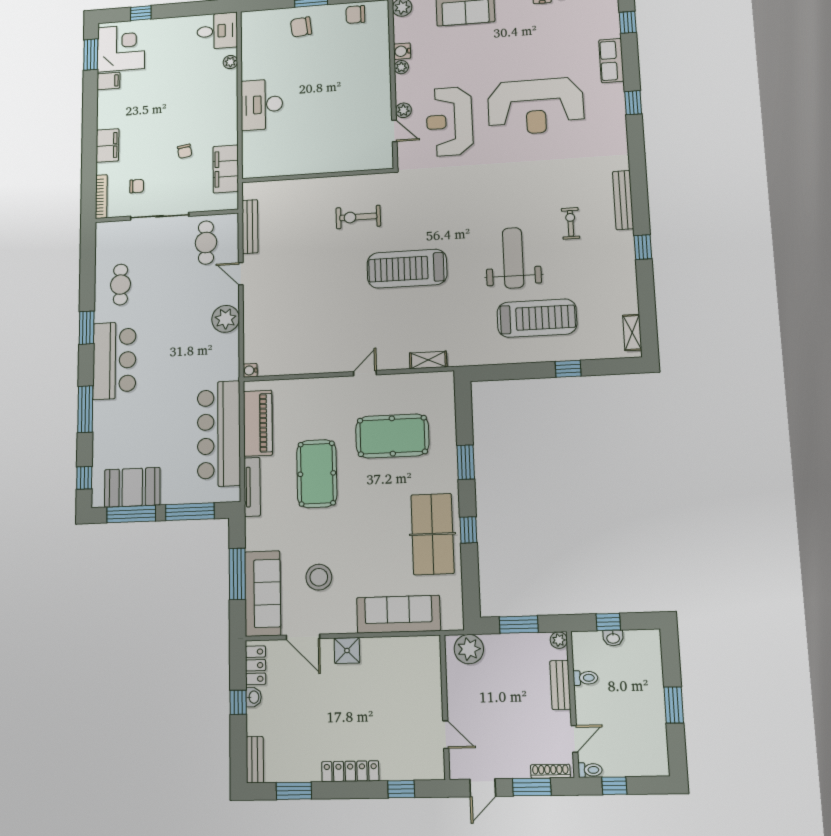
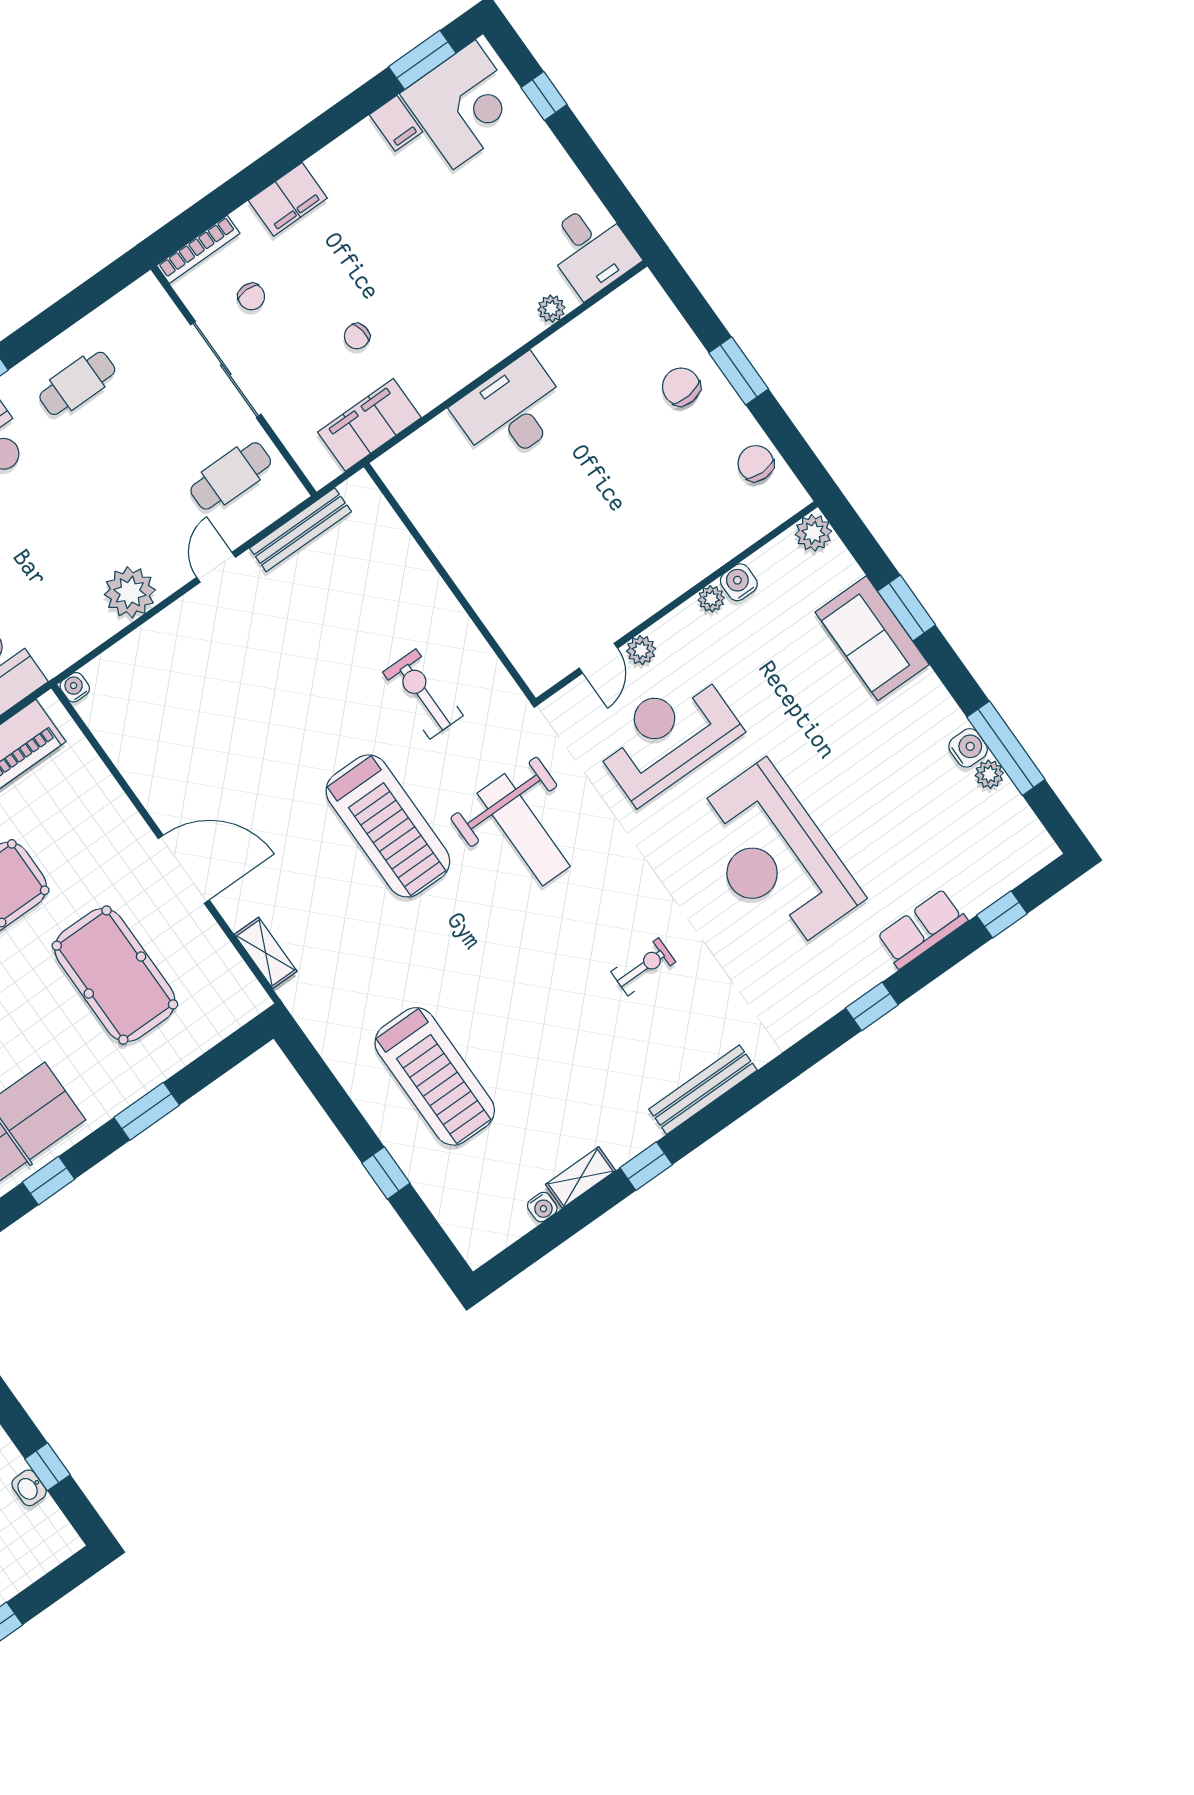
exercise bike: (571, 223) -> (643, 967), moved
weight bench: (513, 258) -> (524, 830), moved, turned 90
treadmill: (407, 269) -> (388, 826), turned 180
water cooler: (632, 306) -> (542, 1207), added
shelving: (632, 333) -> (580, 1178), moved
door: (365, 373) -> (184, 869), width x1.87

